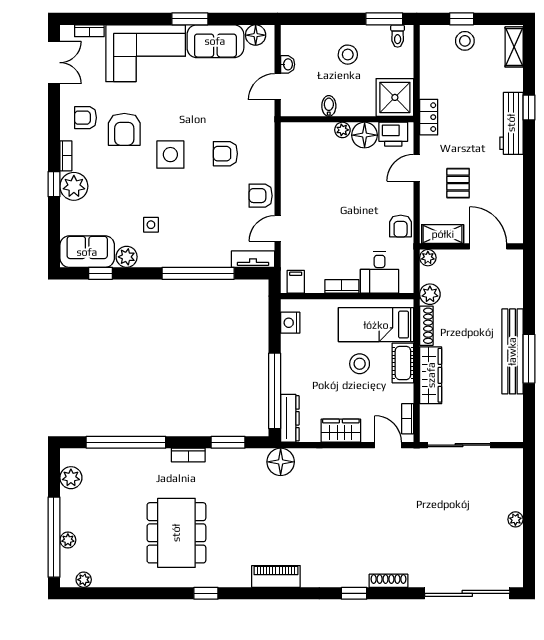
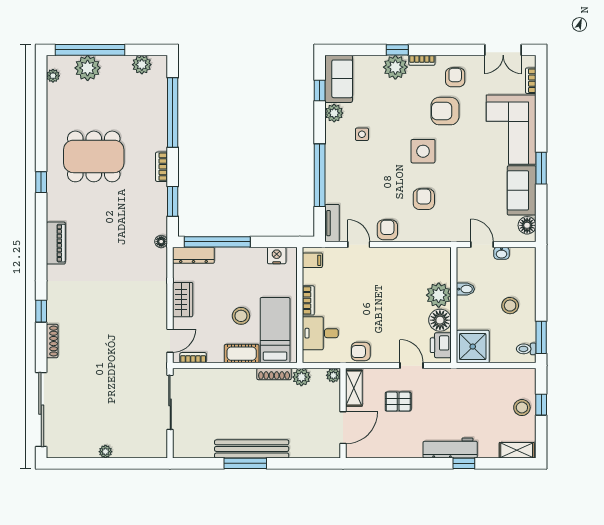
locker: (429, 117) -> (456, 376), removed
plant: (342, 130) -> (439, 295), width x1.87, depth x1.87
wardrobe: (431, 375) -> (231, 378), removed
floor lamp: (281, 462) -> (161, 242), width x0.53, depth x0.53
plant: (68, 540) -> (88, 68), width x1.88, depth x1.88

